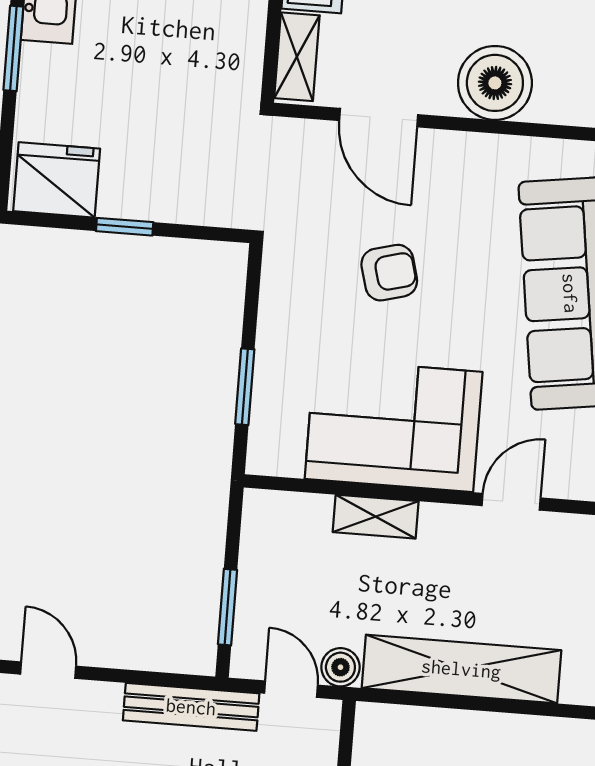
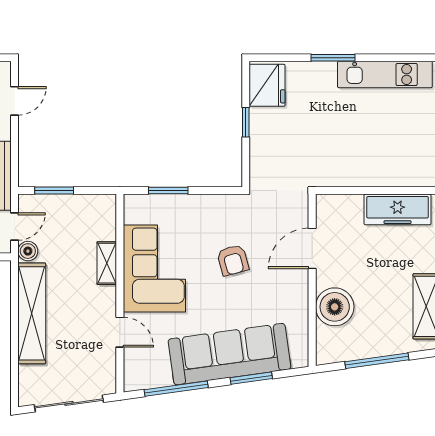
shelving: (297, 57) -> (340, 204), removed

